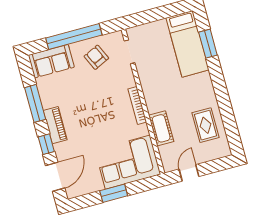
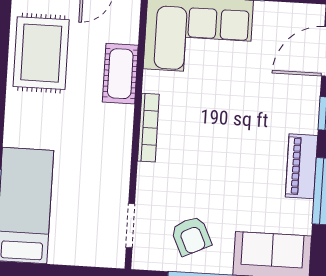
piano: (55, 125) -> (301, 166), moved
rug: (205, 125) -> (41, 53), width x1.36, depth x1.43

